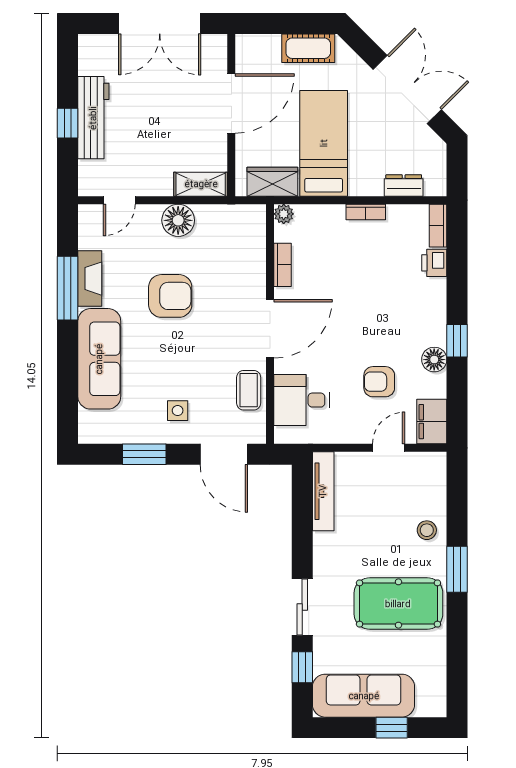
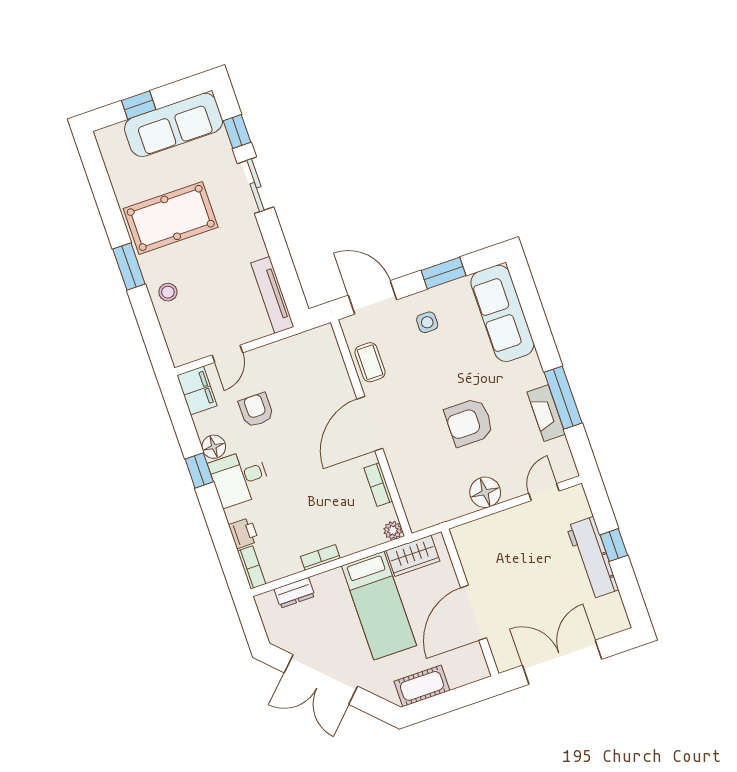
shelving: (201, 184) -> (476, 531), removed
sofa: (99, 359) -> (502, 313), moved
armchair: (379, 382) -> (256, 410), turned -90
desk: (302, 400) -> (240, 478), moved, turned 180

